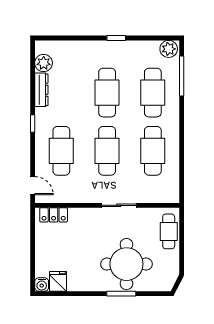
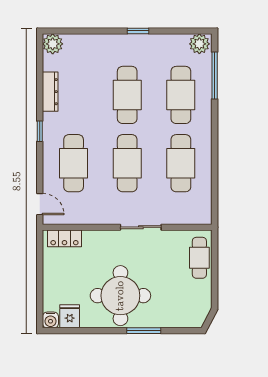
plant: (44, 63) -> (53, 44), moved
round table: (126, 264) -> (120, 296), moved

